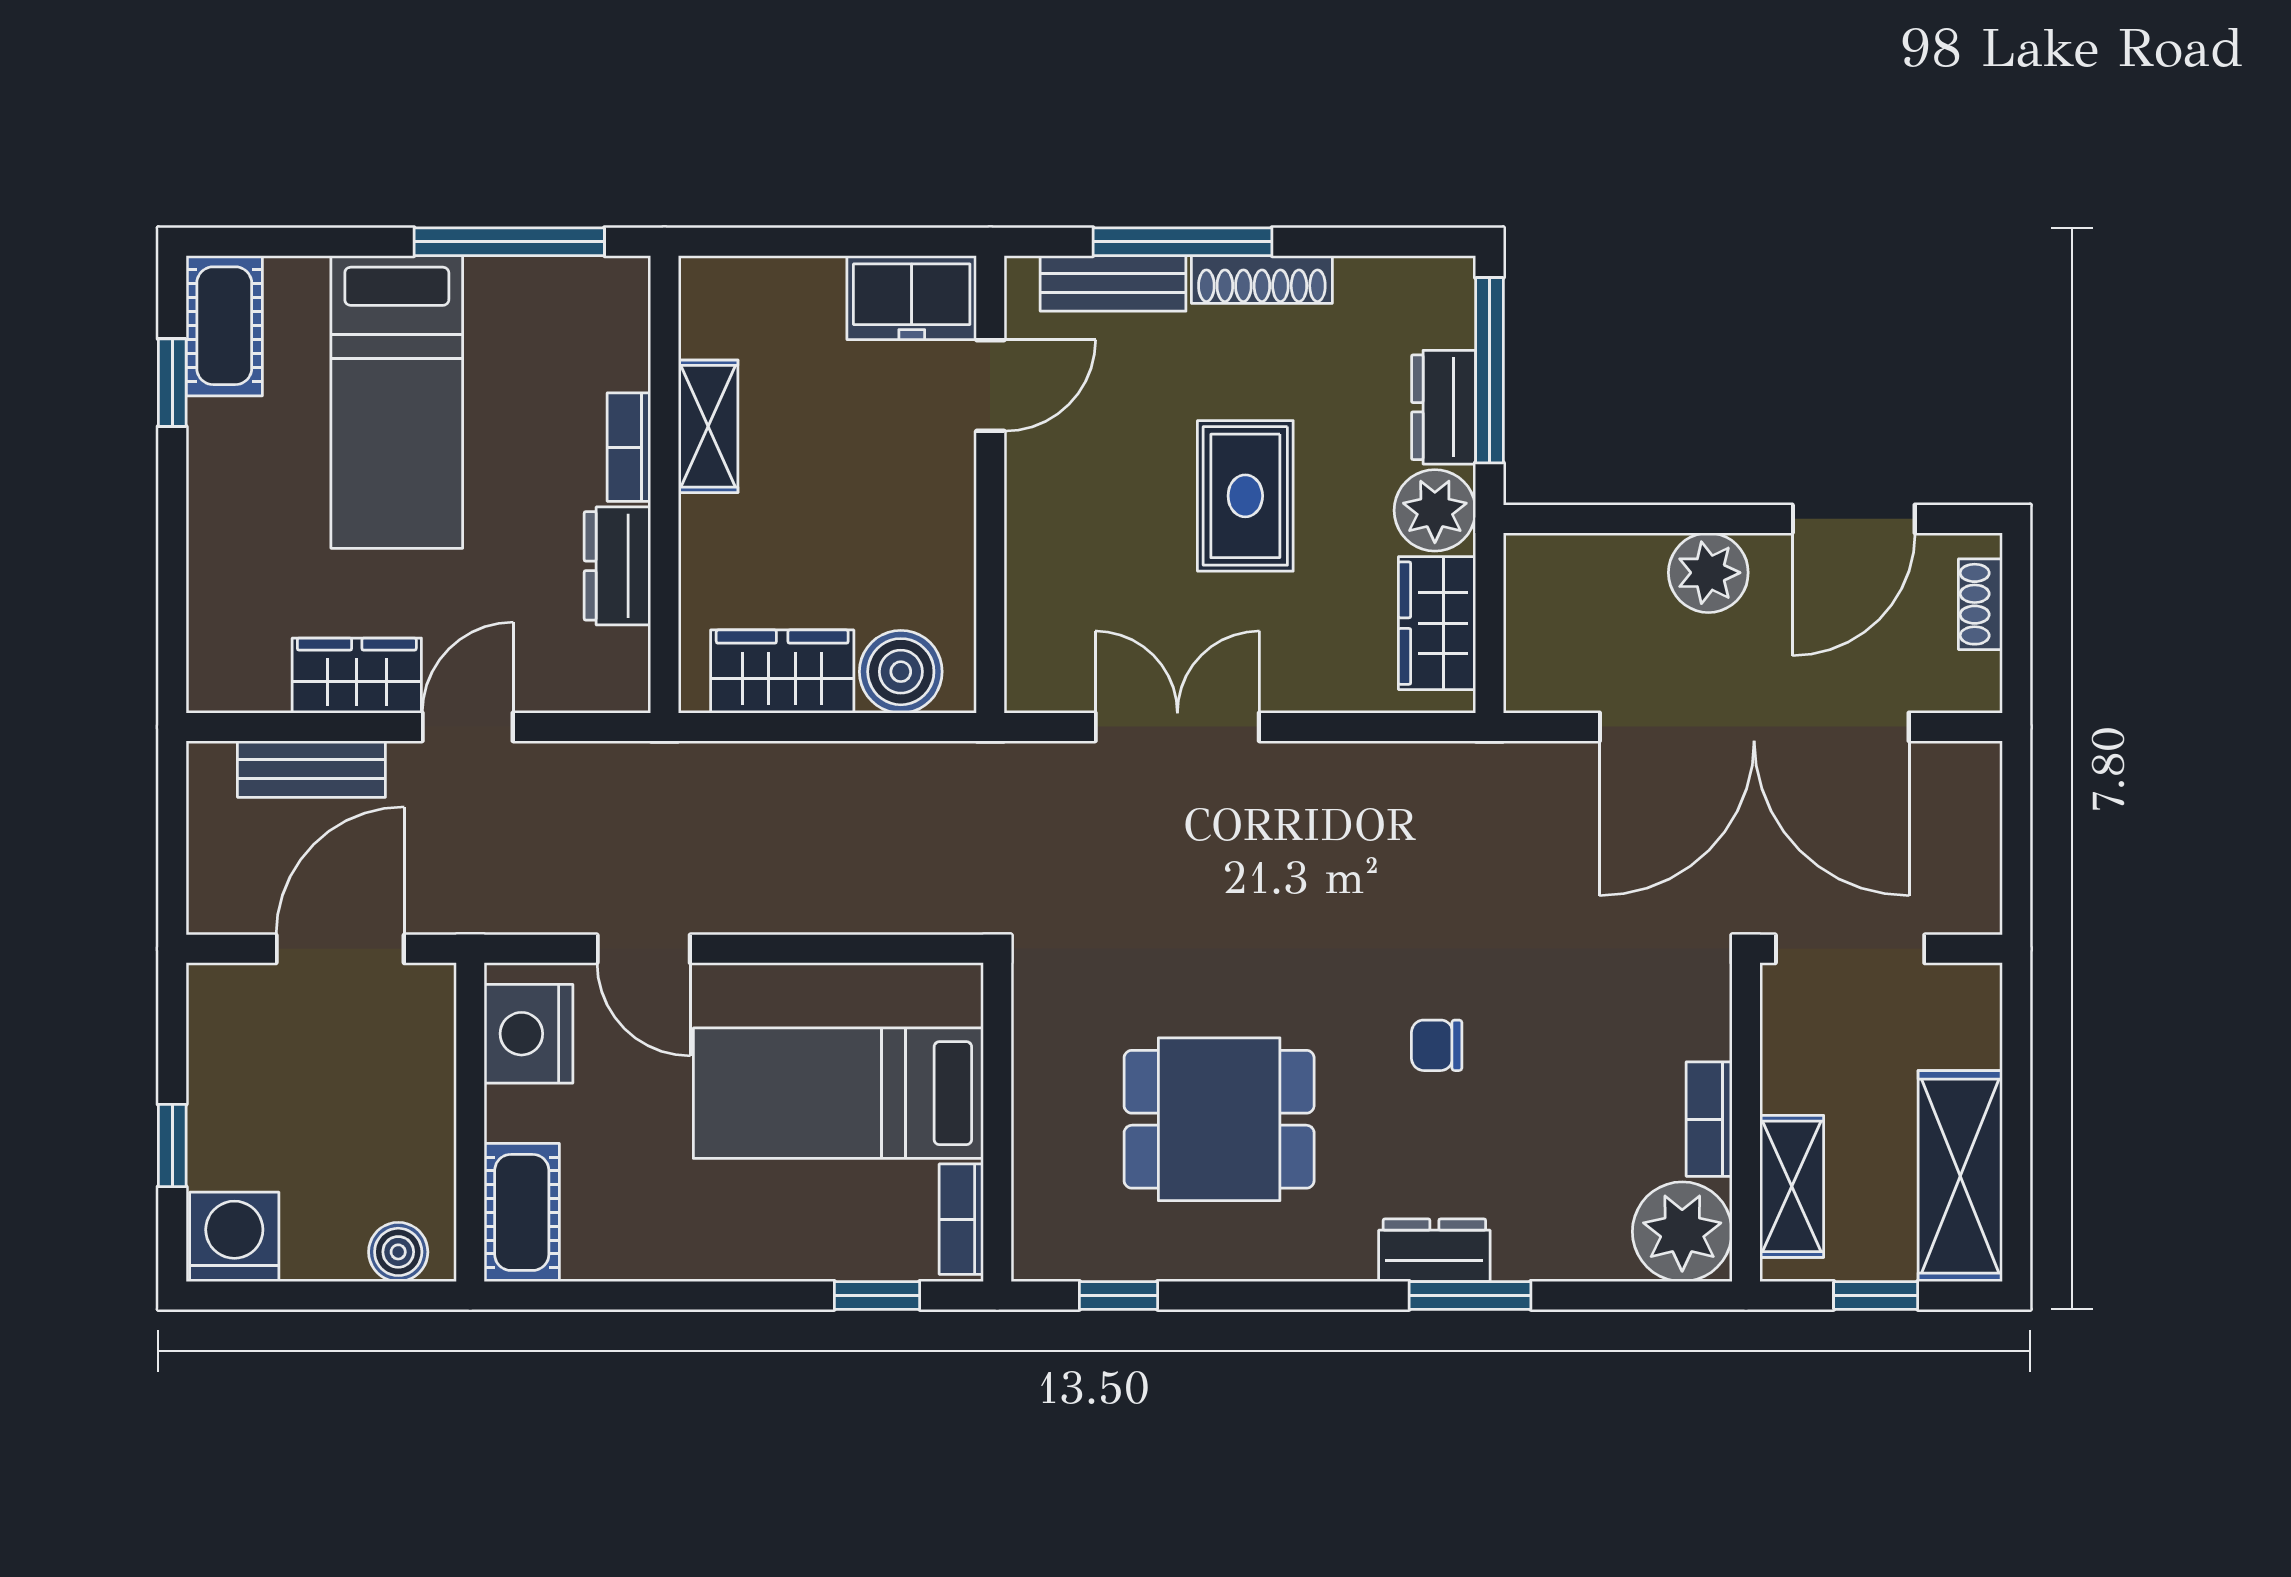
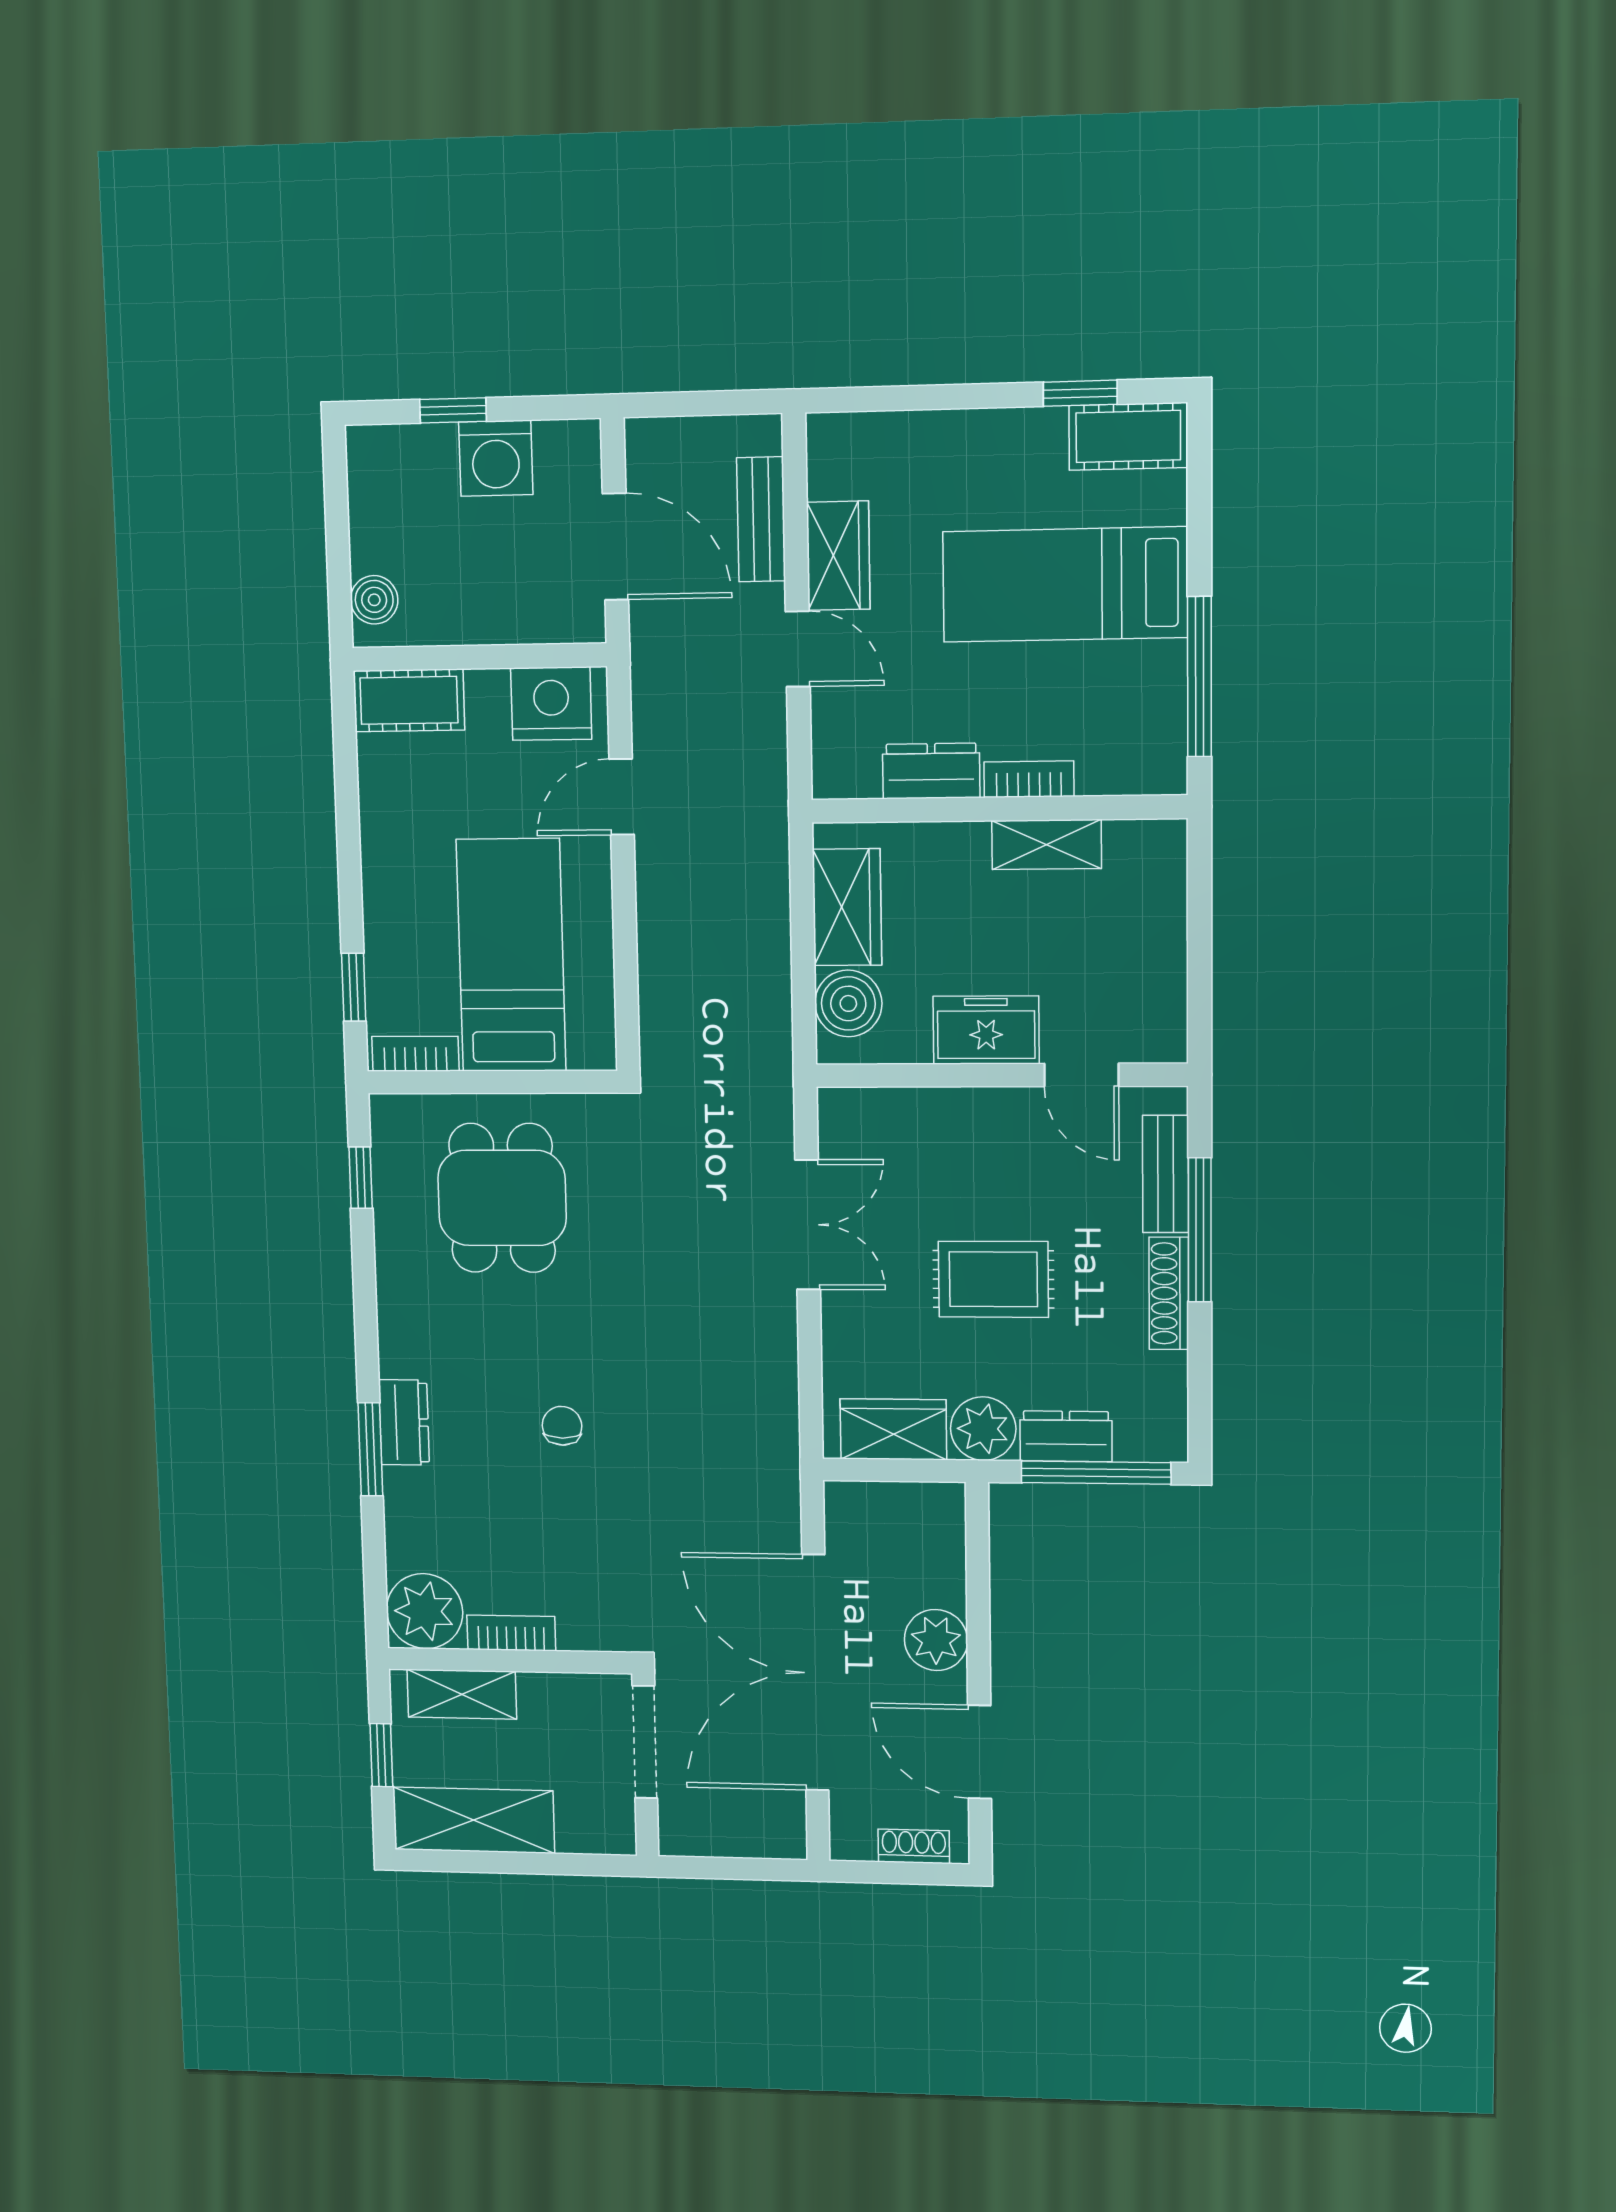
freezer: (912, 298) -> (986, 1030), moved, turned 90
dining table: (1219, 1119) -> (502, 1198), moved
washing machine: (234, 1237) -> (496, 458), moved, turned 90

